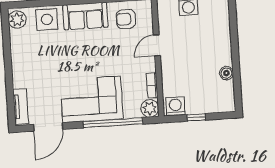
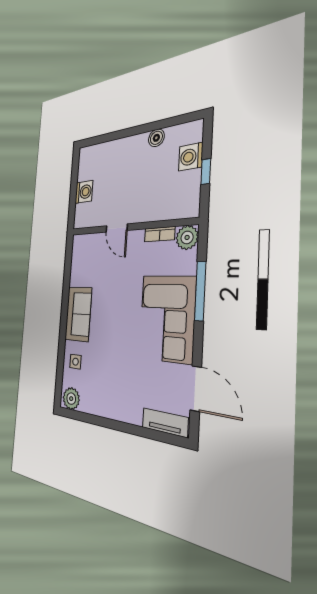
side table: (47, 19) -> (75, 362), width x0.54, depth x0.54
armchair: (126, 19) -> (87, 265), removed
washing machine: (175, 106) -> (191, 157), moved
window: (113, 123) -> (200, 291), width x0.68

